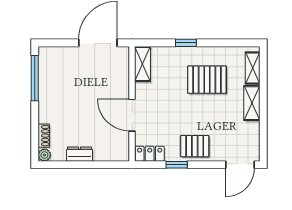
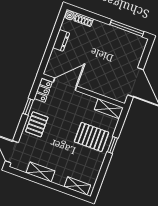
pallet: (207, 80) -> (91, 137), moved, turned 90
shelving: (252, 103) -> (40, 172), moved
door: (132, 115) -> (65, 84), moved

